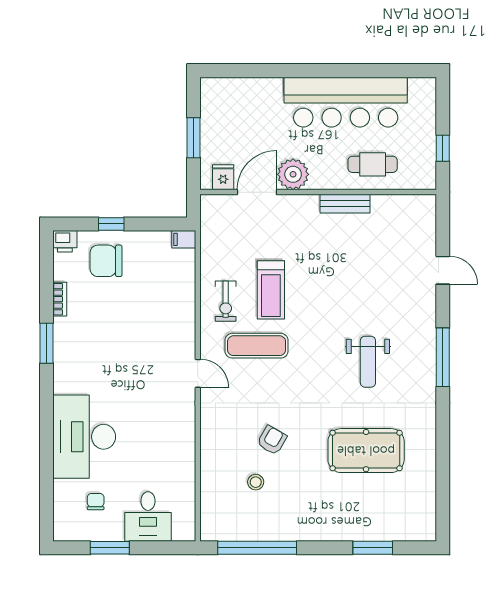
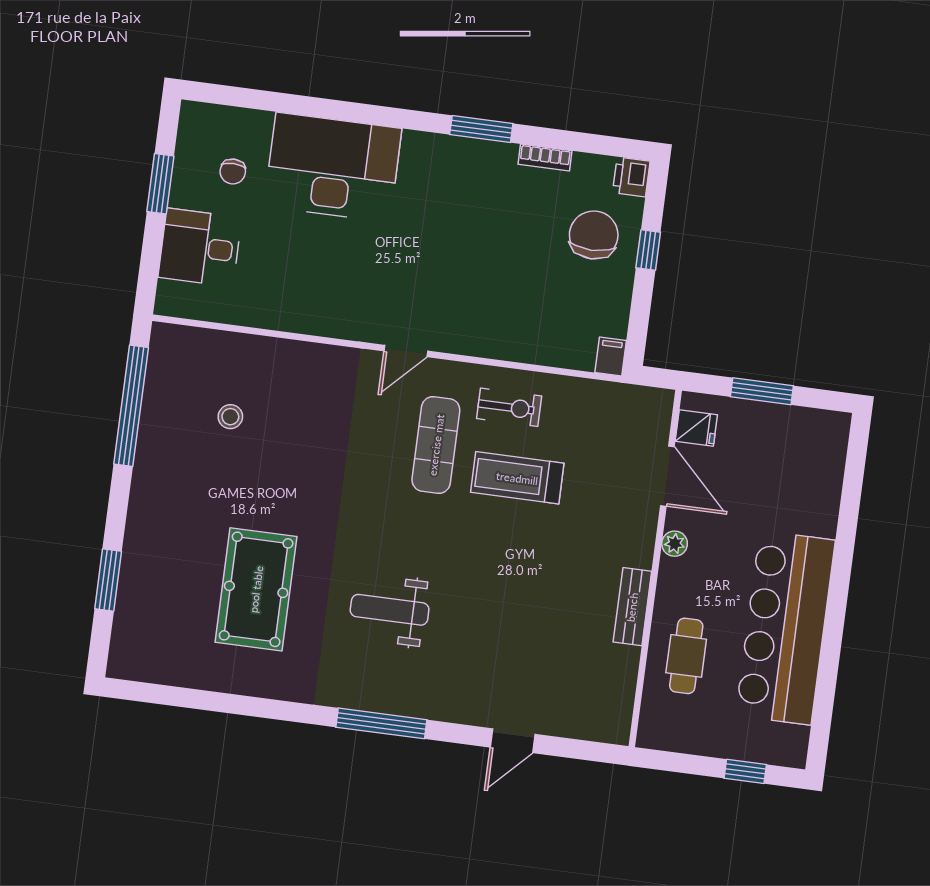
window: (443, 148) -> (745, 771), moved
plant: (293, 174) -> (675, 544), width x0.53, depth x0.53
exercise bike: (226, 301) -> (509, 407), turned 180
armchair: (272, 440) -> (290, 449), removed
chair: (96, 502) -> (233, 171), turned 91

